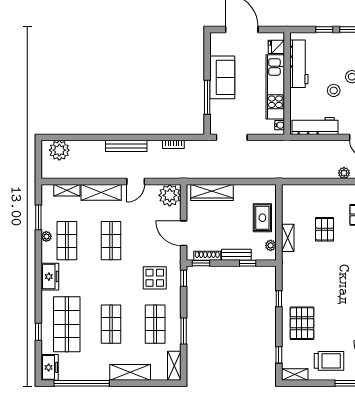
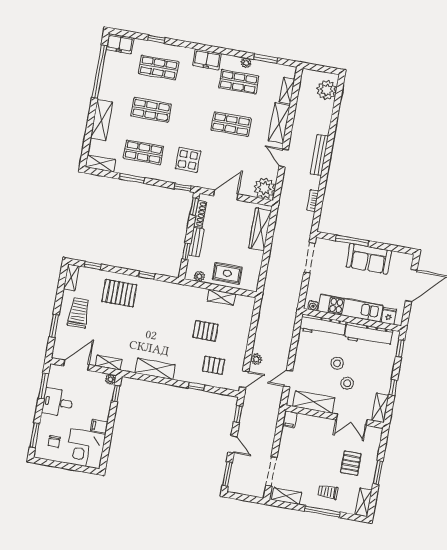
window: (324, 30) -> (400, 349), moved
workbench: (315, 126) -> (323, 326), moved, turned 90
shelving: (288, 238) -> (221, 297), moved
shop shelf: (67, 324) -> (159, 68), width x0.70, depth x0.74
trolley: (329, 361) -> (79, 313), turned 180

